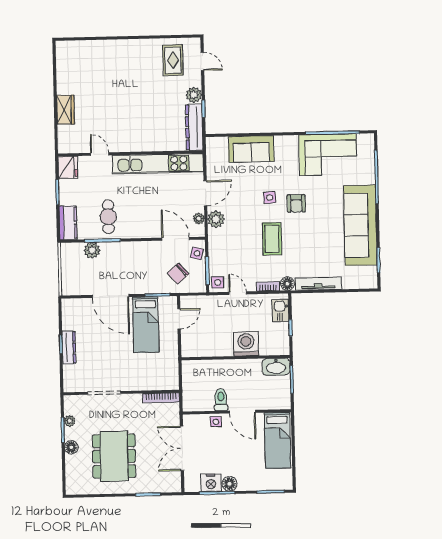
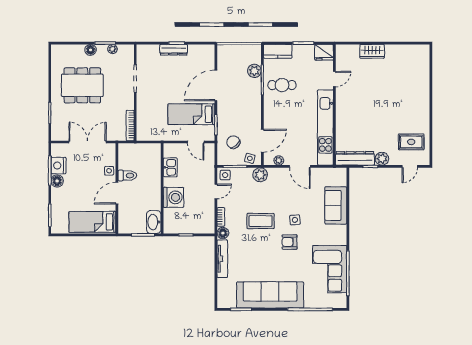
plant: (216, 219) -> (260, 175), moved
kitchen sink: (280, 311) -> (170, 167), moved, turned 90

